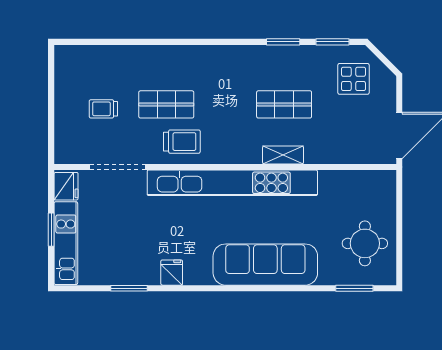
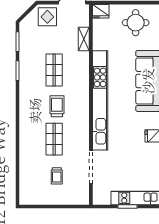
display table: (353, 79) -> (47, 17), moved
trolley: (182, 142) -> (57, 106), moved
shelving: (283, 155) -> (84, 39), moved
fridge: (66, 186) -> (101, 11), moved, turned 180

